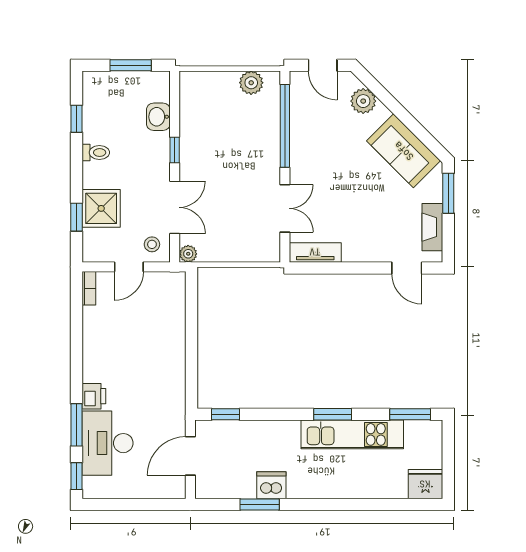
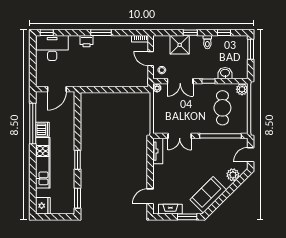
window: (131, 65) -> (251, 49), moved
plant: (251, 83) -> (242, 89), moved
cafe table: (228, 122) -> (222, 108), added
window: (77, 217) -> (190, 33), moved
window: (226, 414) -> (77, 107), removed
window: (77, 425) -> (101, 33), moved
kitchen unit: (352, 434) -> (43, 163), moved, turned 180
desk: (108, 443) -> (52, 48), moved
door: (190, 456) -> (57, 89), swing flipped
window: (260, 504) -> (33, 123), width x2.11

